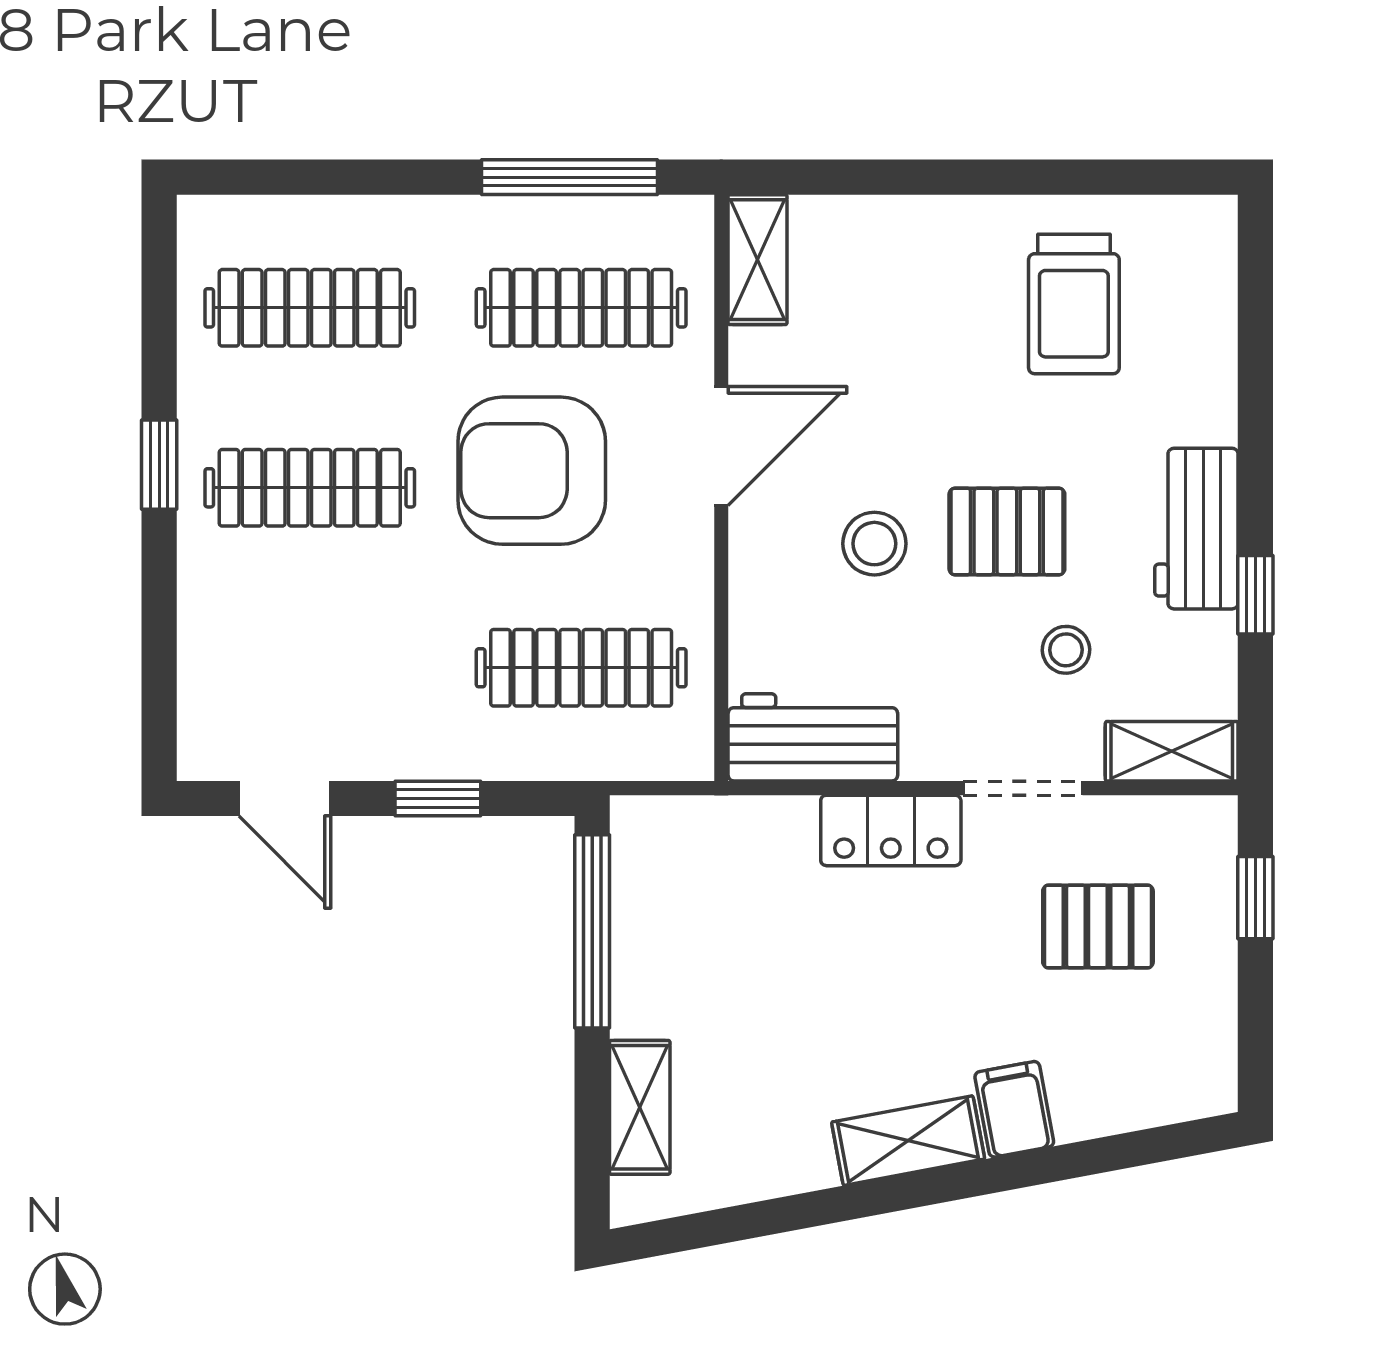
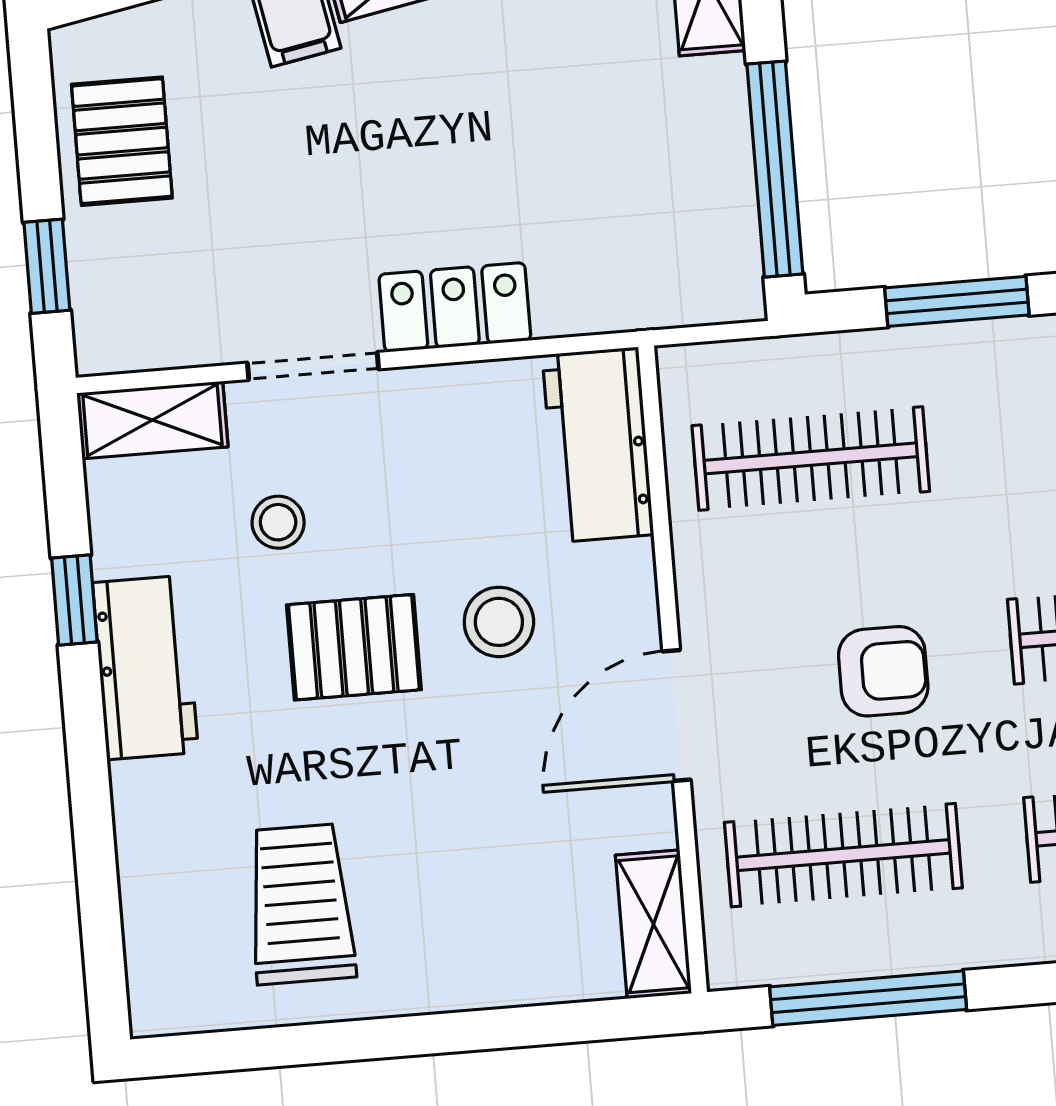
armchair: (532, 471) -> (883, 671), width x0.53, depth x0.53
workbench: (813, 737) -> (598, 445), moved, turned 90
window: (438, 799) -> (957, 301), width x1.50
pallet: (1098, 927) -> (122, 141), moved, turned 90

